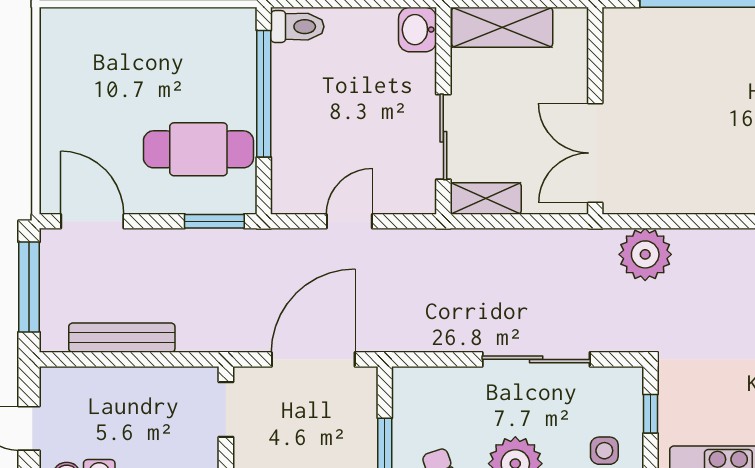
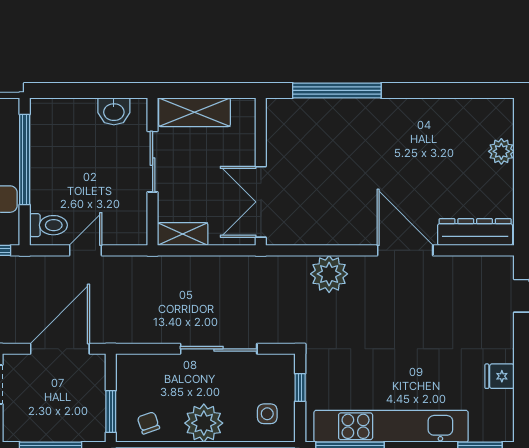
toilet: (297, 27) -> (48, 225), moved
washbasin: (418, 30) -> (114, 111), moved, turned -90
sliding door: (443, 137) -> (153, 162), moved
plant: (645, 254) -> (329, 274), moved

